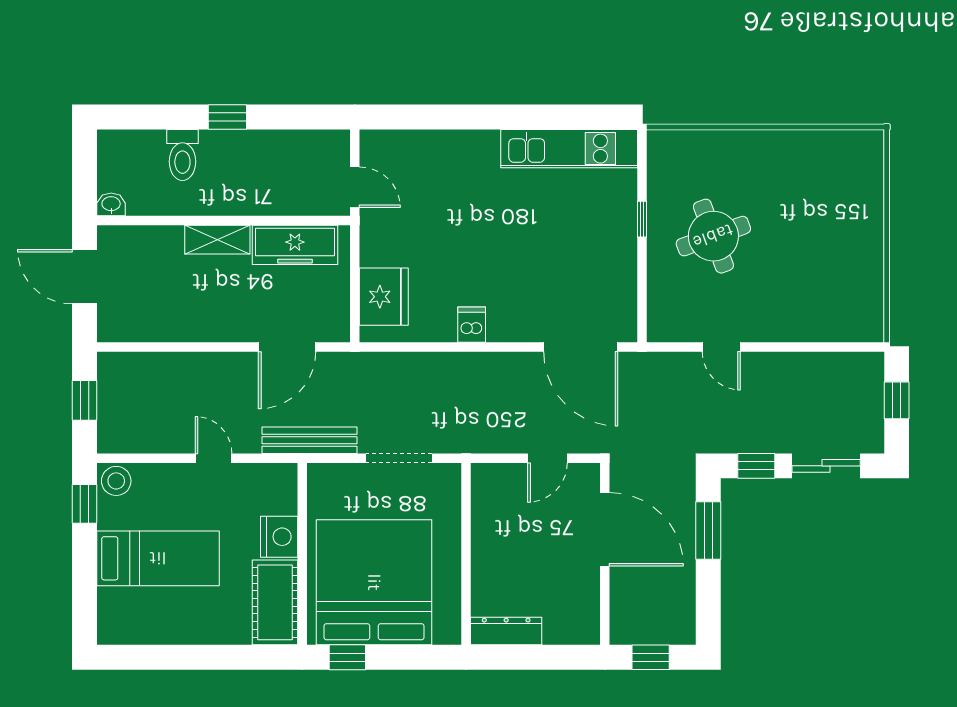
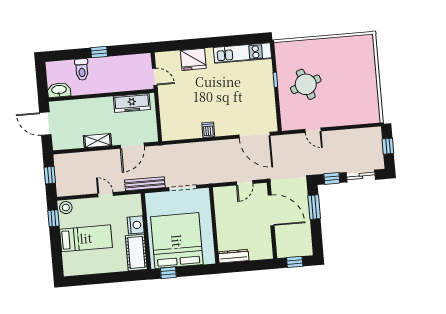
washbasin: (111, 204) -> (59, 90), width x1.91, depth x1.45
shelving: (217, 240) -> (97, 141), moved
fridge: (384, 297) -> (193, 59), moved, turned 90

